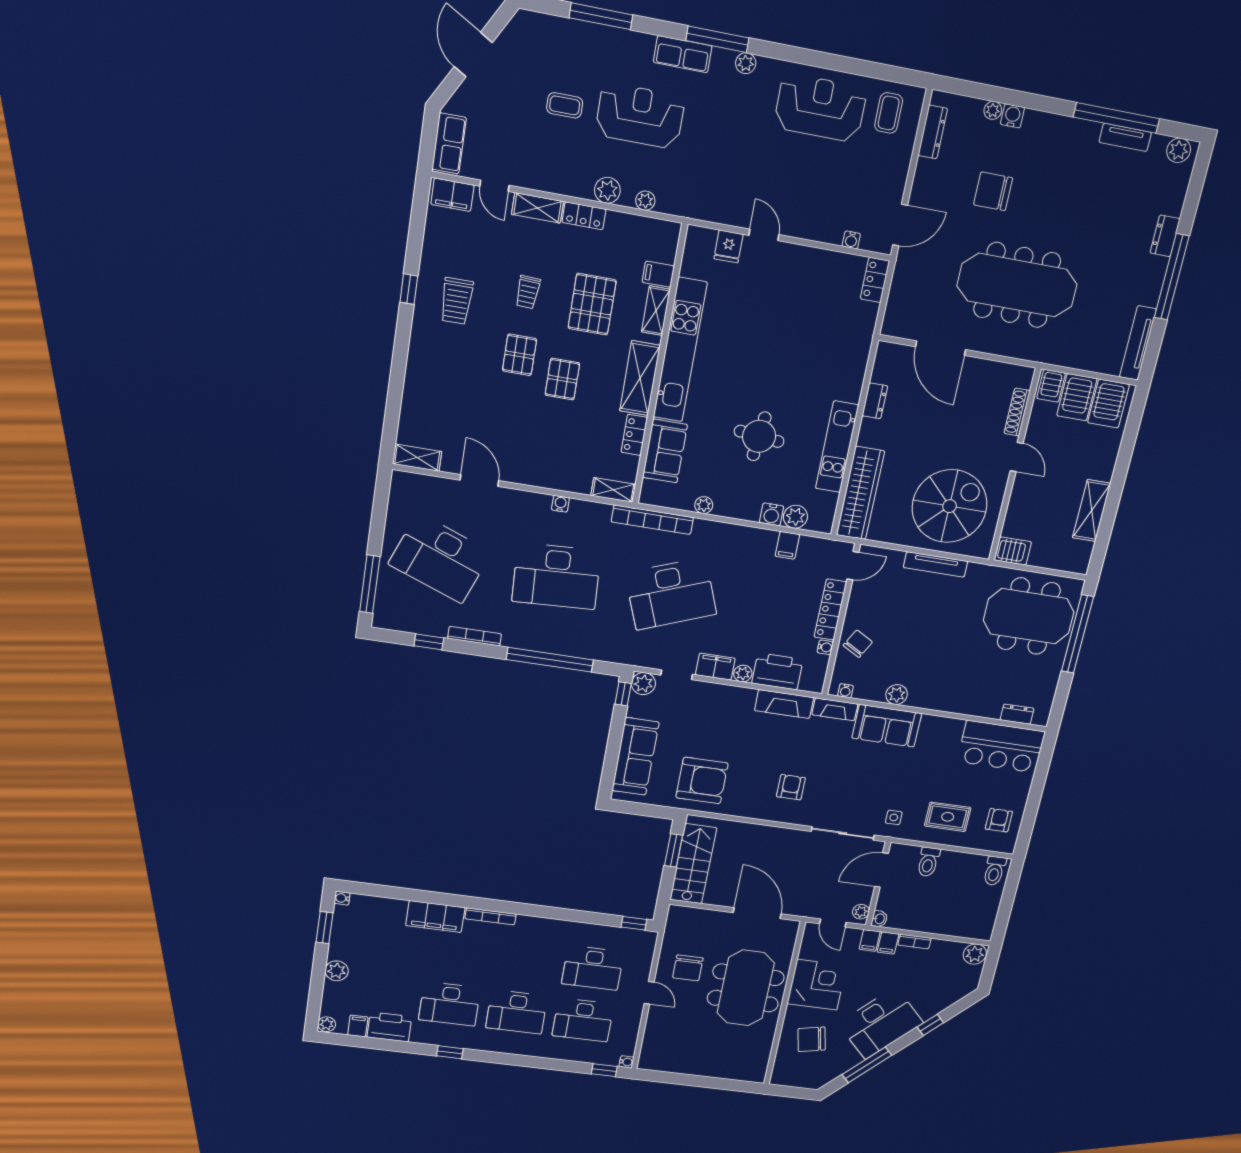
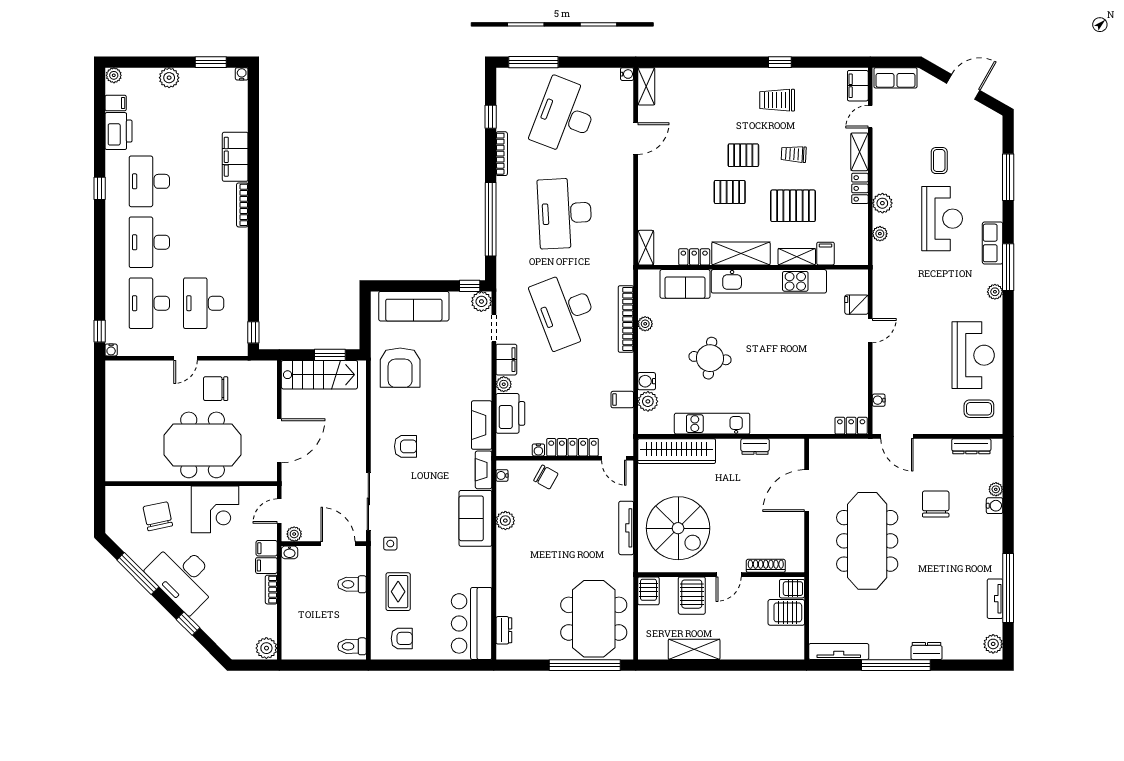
server rack: (1108, 404) -> (692, 596), moved, turned -90
water cooler: (560, 504) -> (627, 74), moved
bookcase: (652, 520) -> (626, 319), moved

